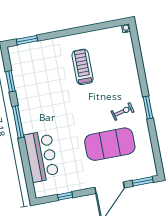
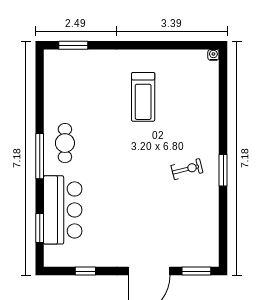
treadmill: (82, 67) -> (143, 97), turned 180
window: (10, 81) -> (40, 228), moved
cafe table: (34, 109) -> (65, 143), added
exercise mat: (110, 144) -> (161, 211), removed

